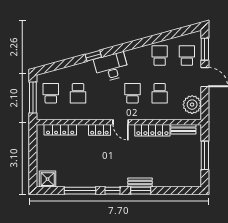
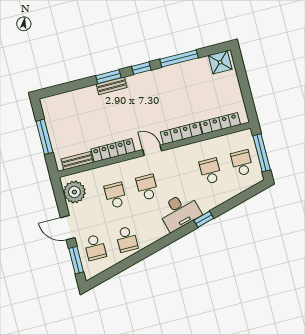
school desk: (51, 93) -> (242, 163), turned 180
school desk: (132, 93) -> (147, 187), turned 180
locker: (99, 130) -> (181, 133), width x1.53

